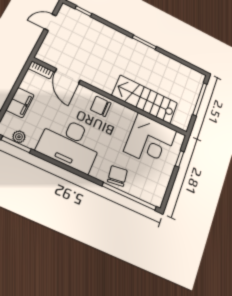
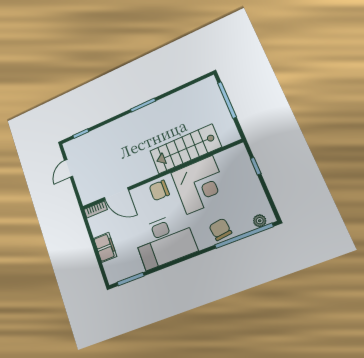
plant: (19, 137) -> (260, 221), moved
corner desk: (150, 141) -> (200, 185), moved

